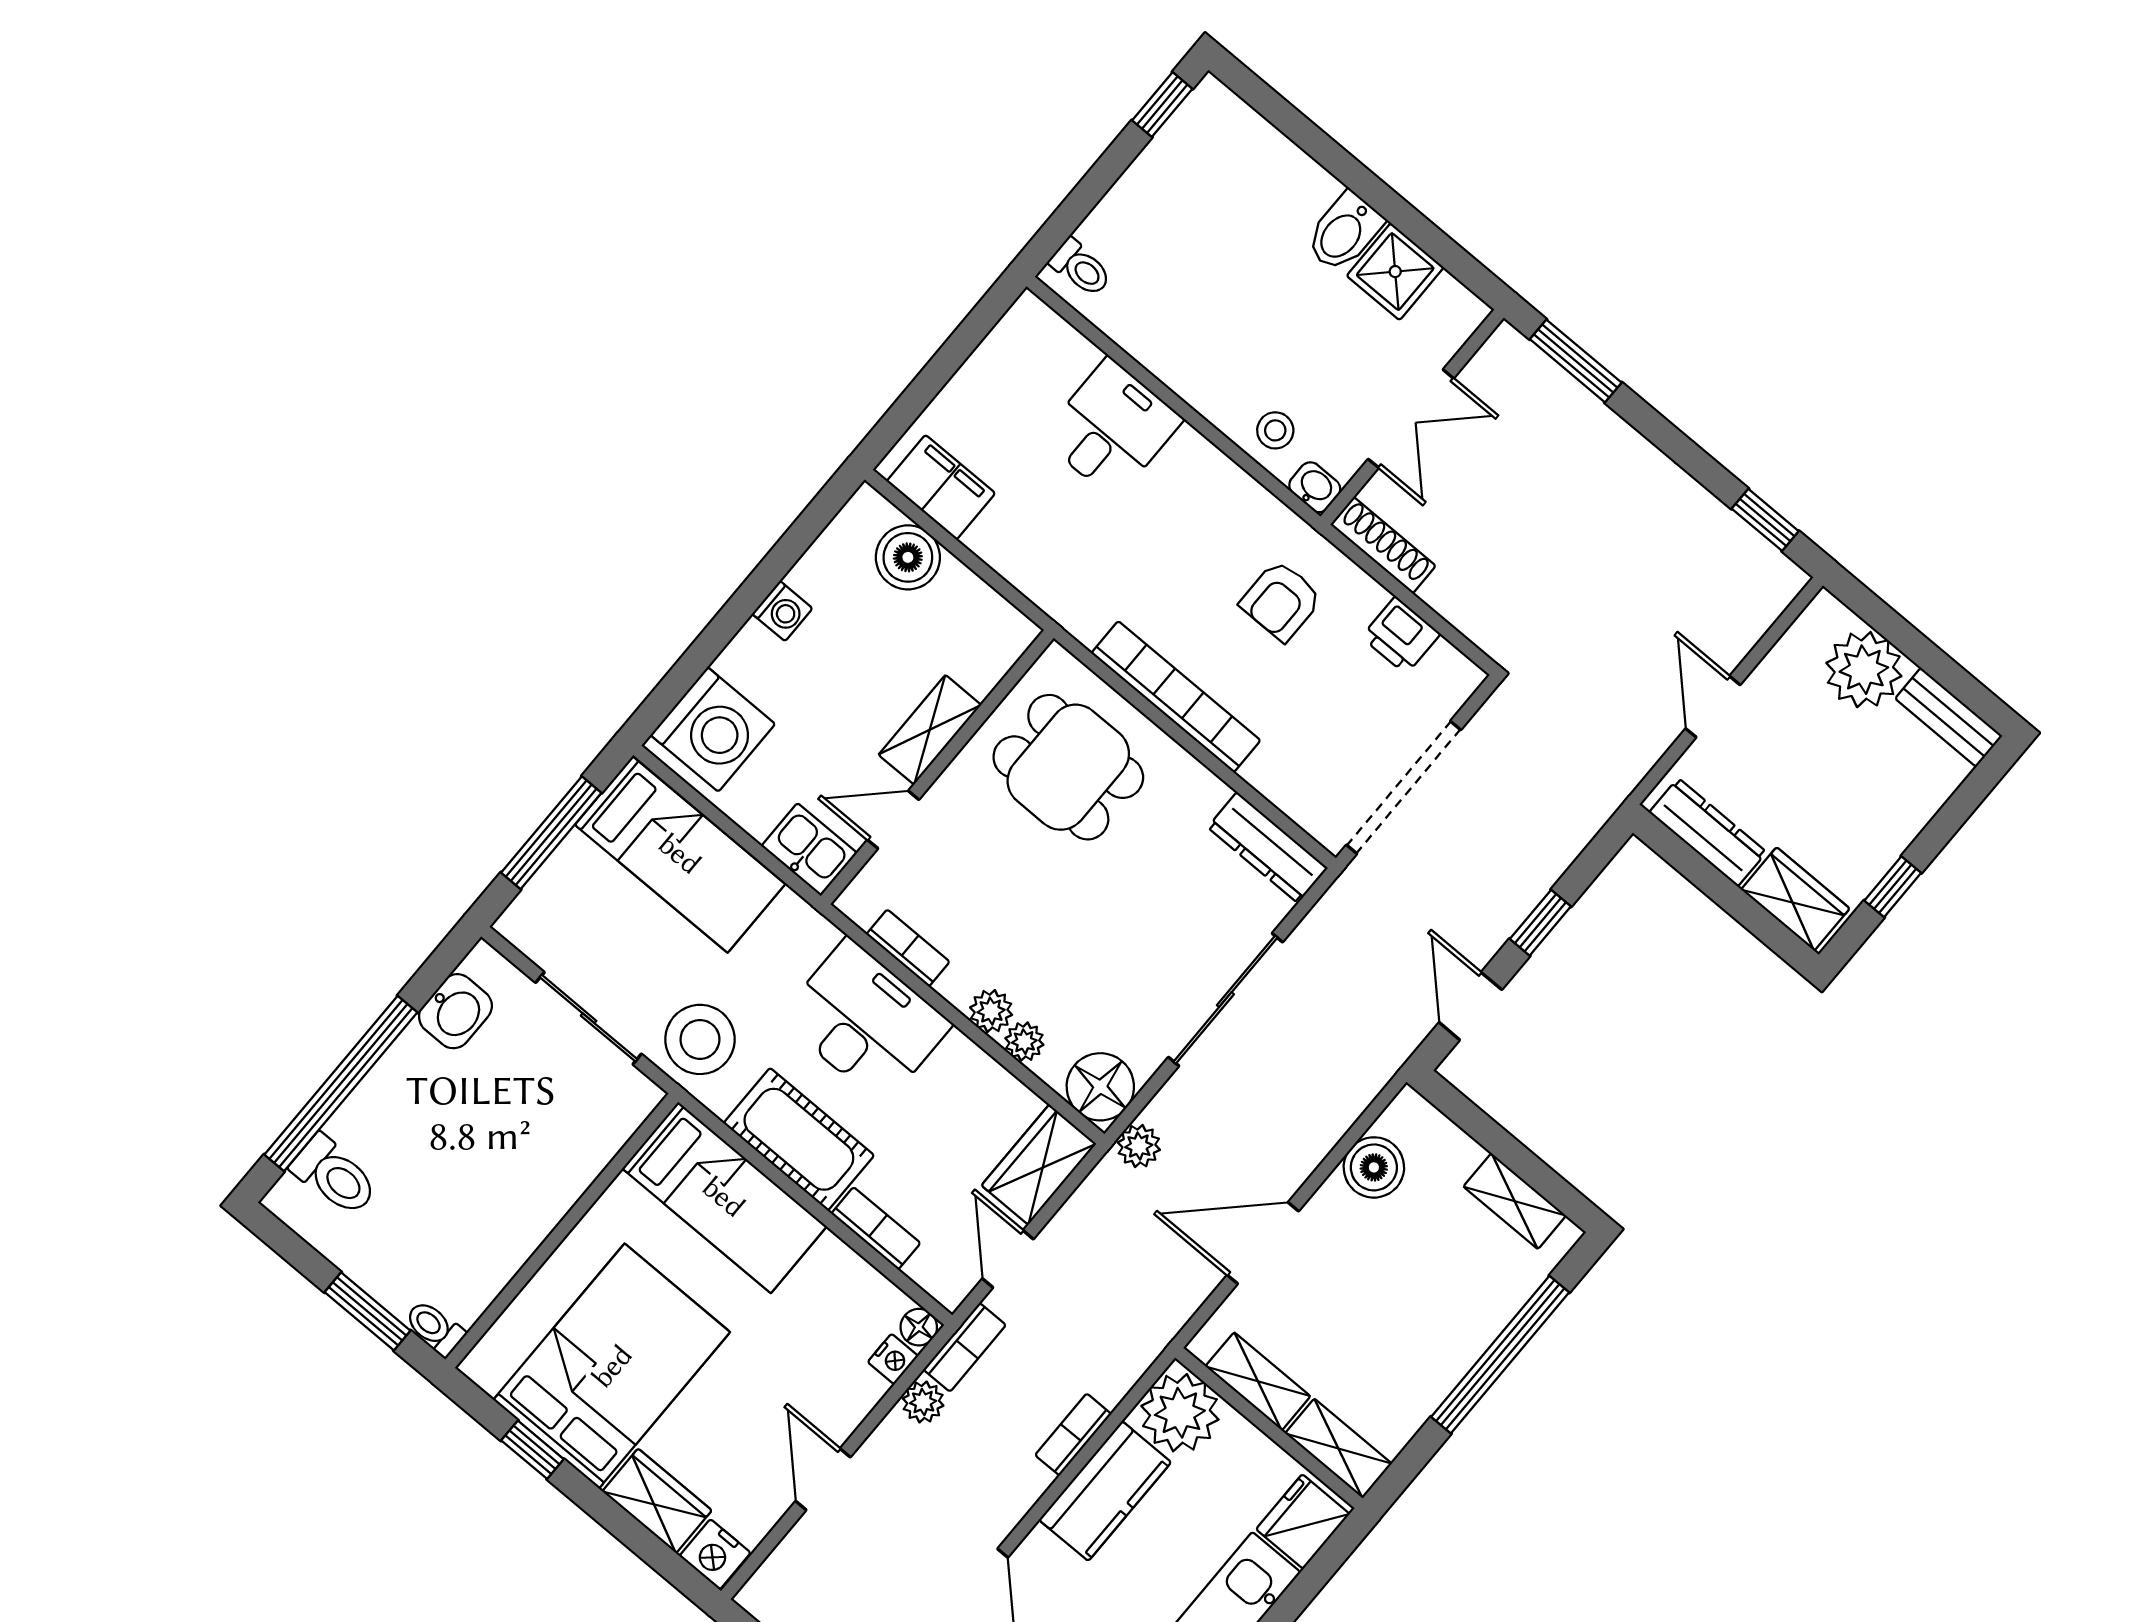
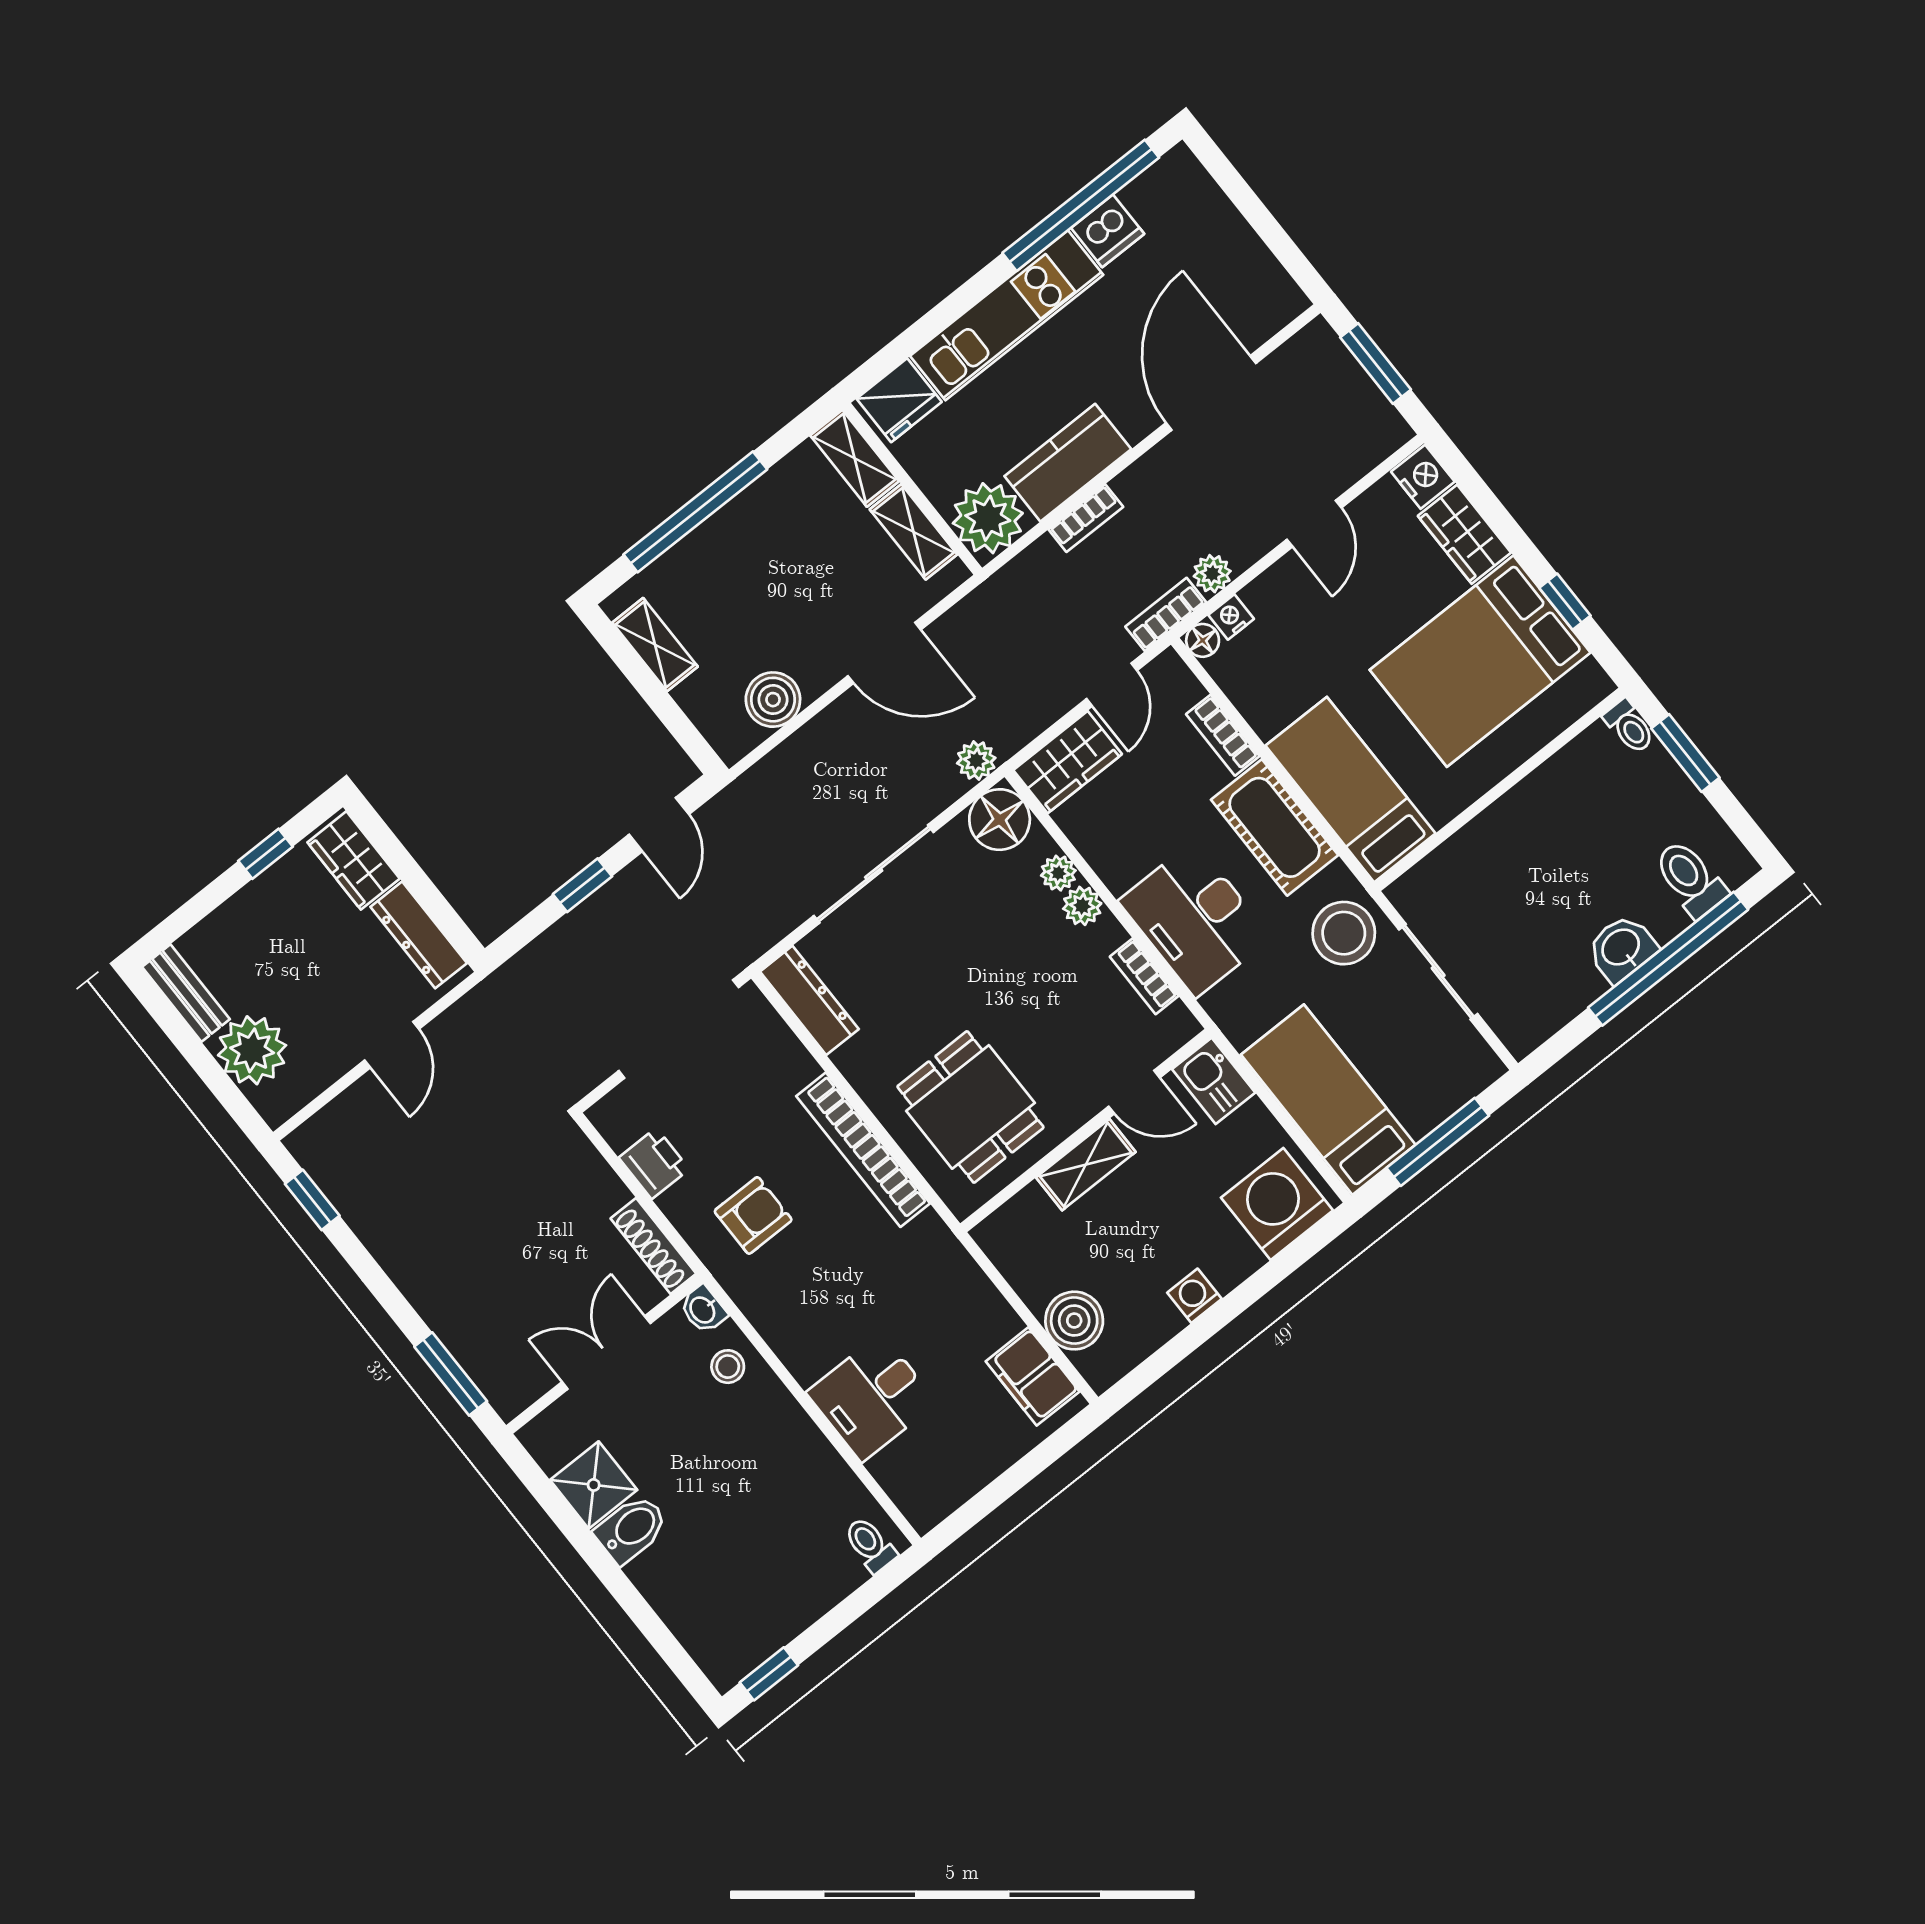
washbasin: (455, 1011) -> (1622, 948), moved

